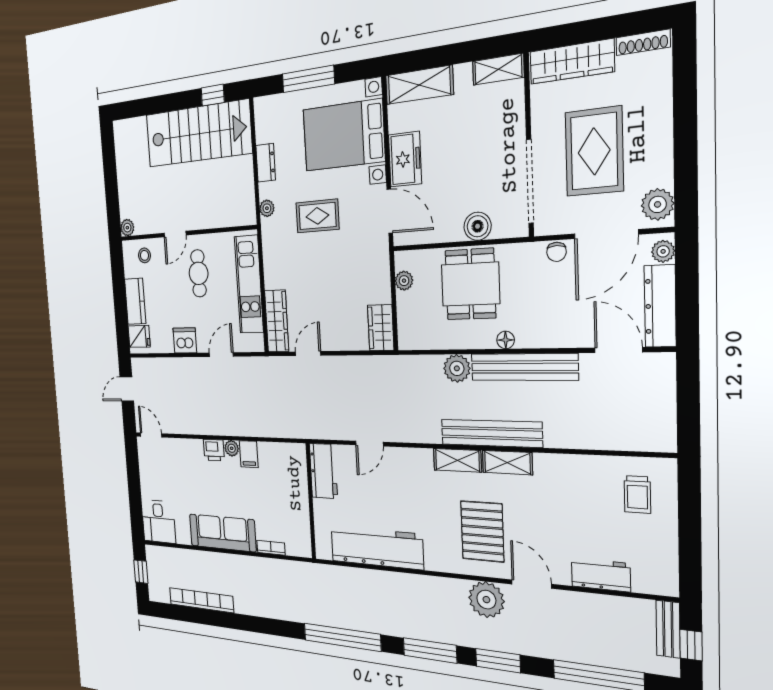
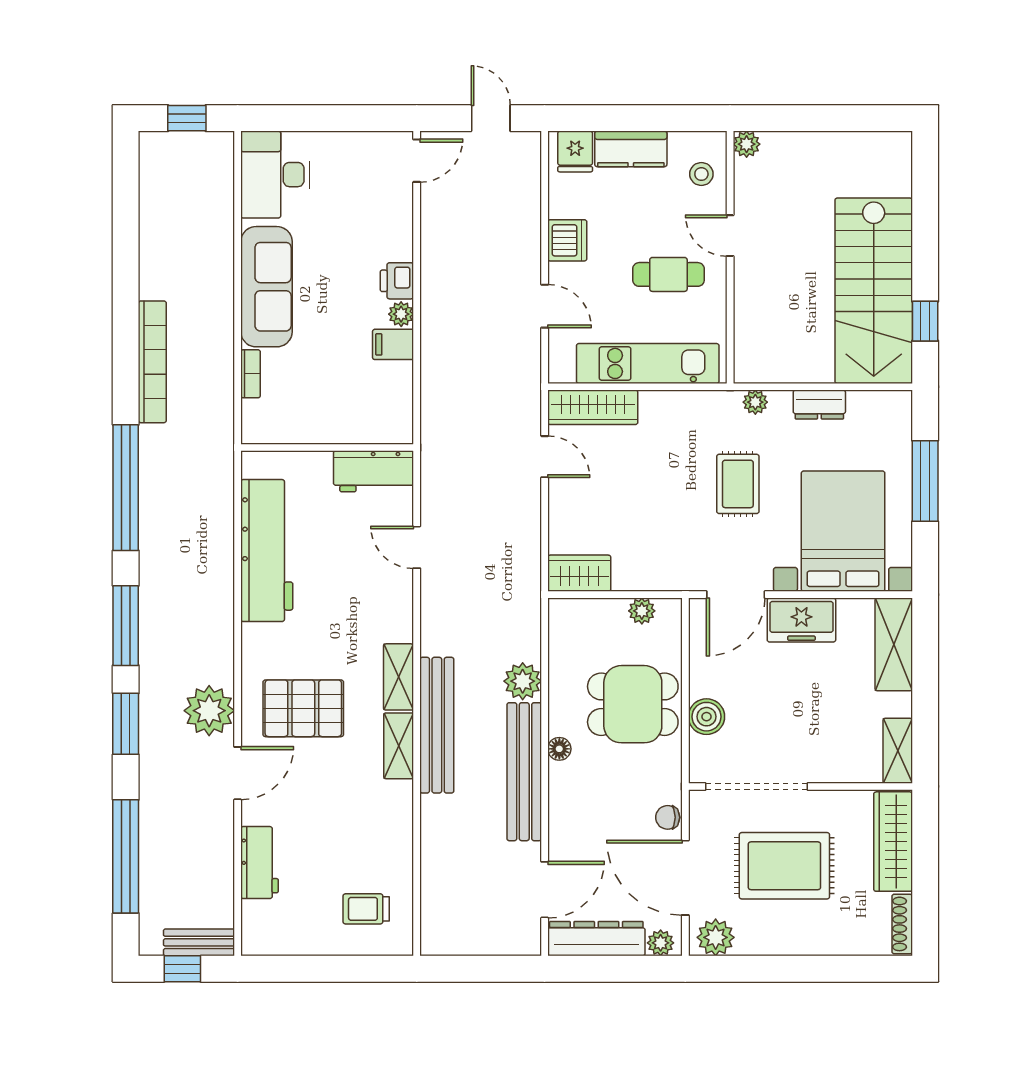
desk: (159, 521) -> (275, 175), width x1.37
bookcase: (201, 600) -> (152, 362), moved

